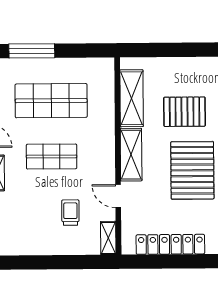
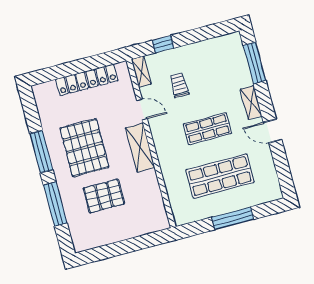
window: (32, 51) -> (233, 218), moved
shelving: (132, 98) -> (152, 196), removed
trolley: (70, 213) -> (179, 85), turned 180
window: (77, 262) -> (163, 44), added

